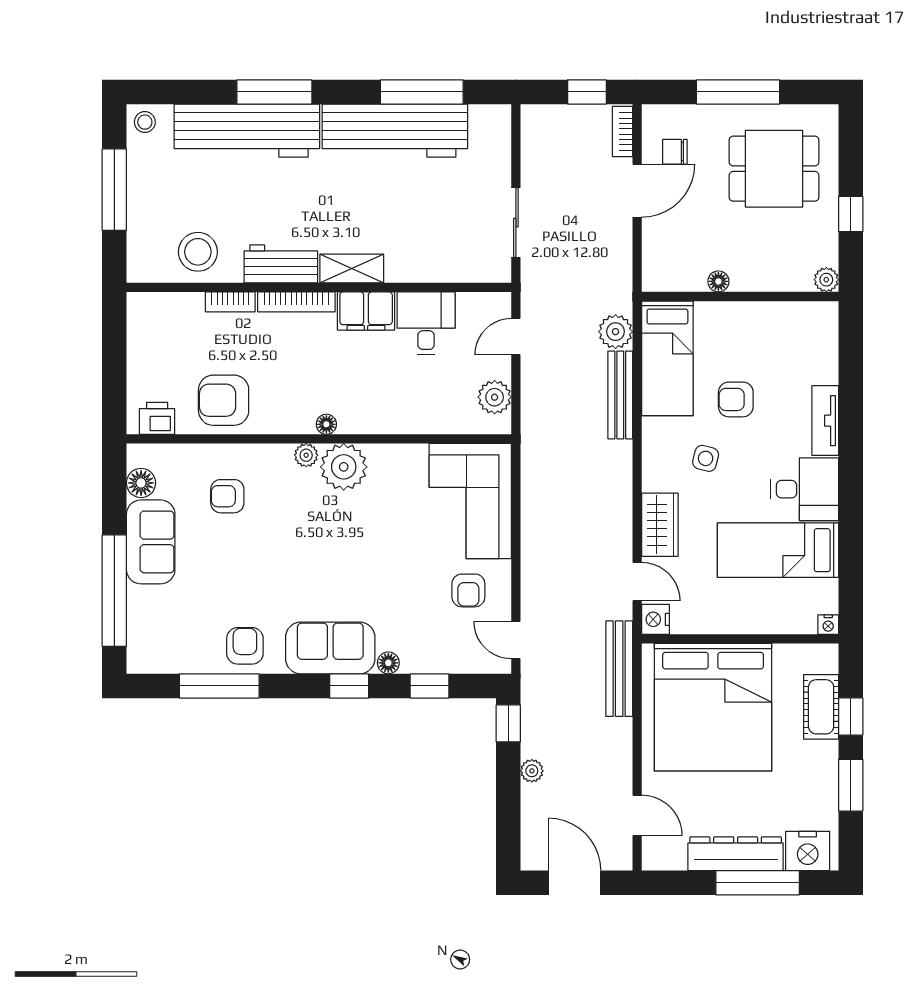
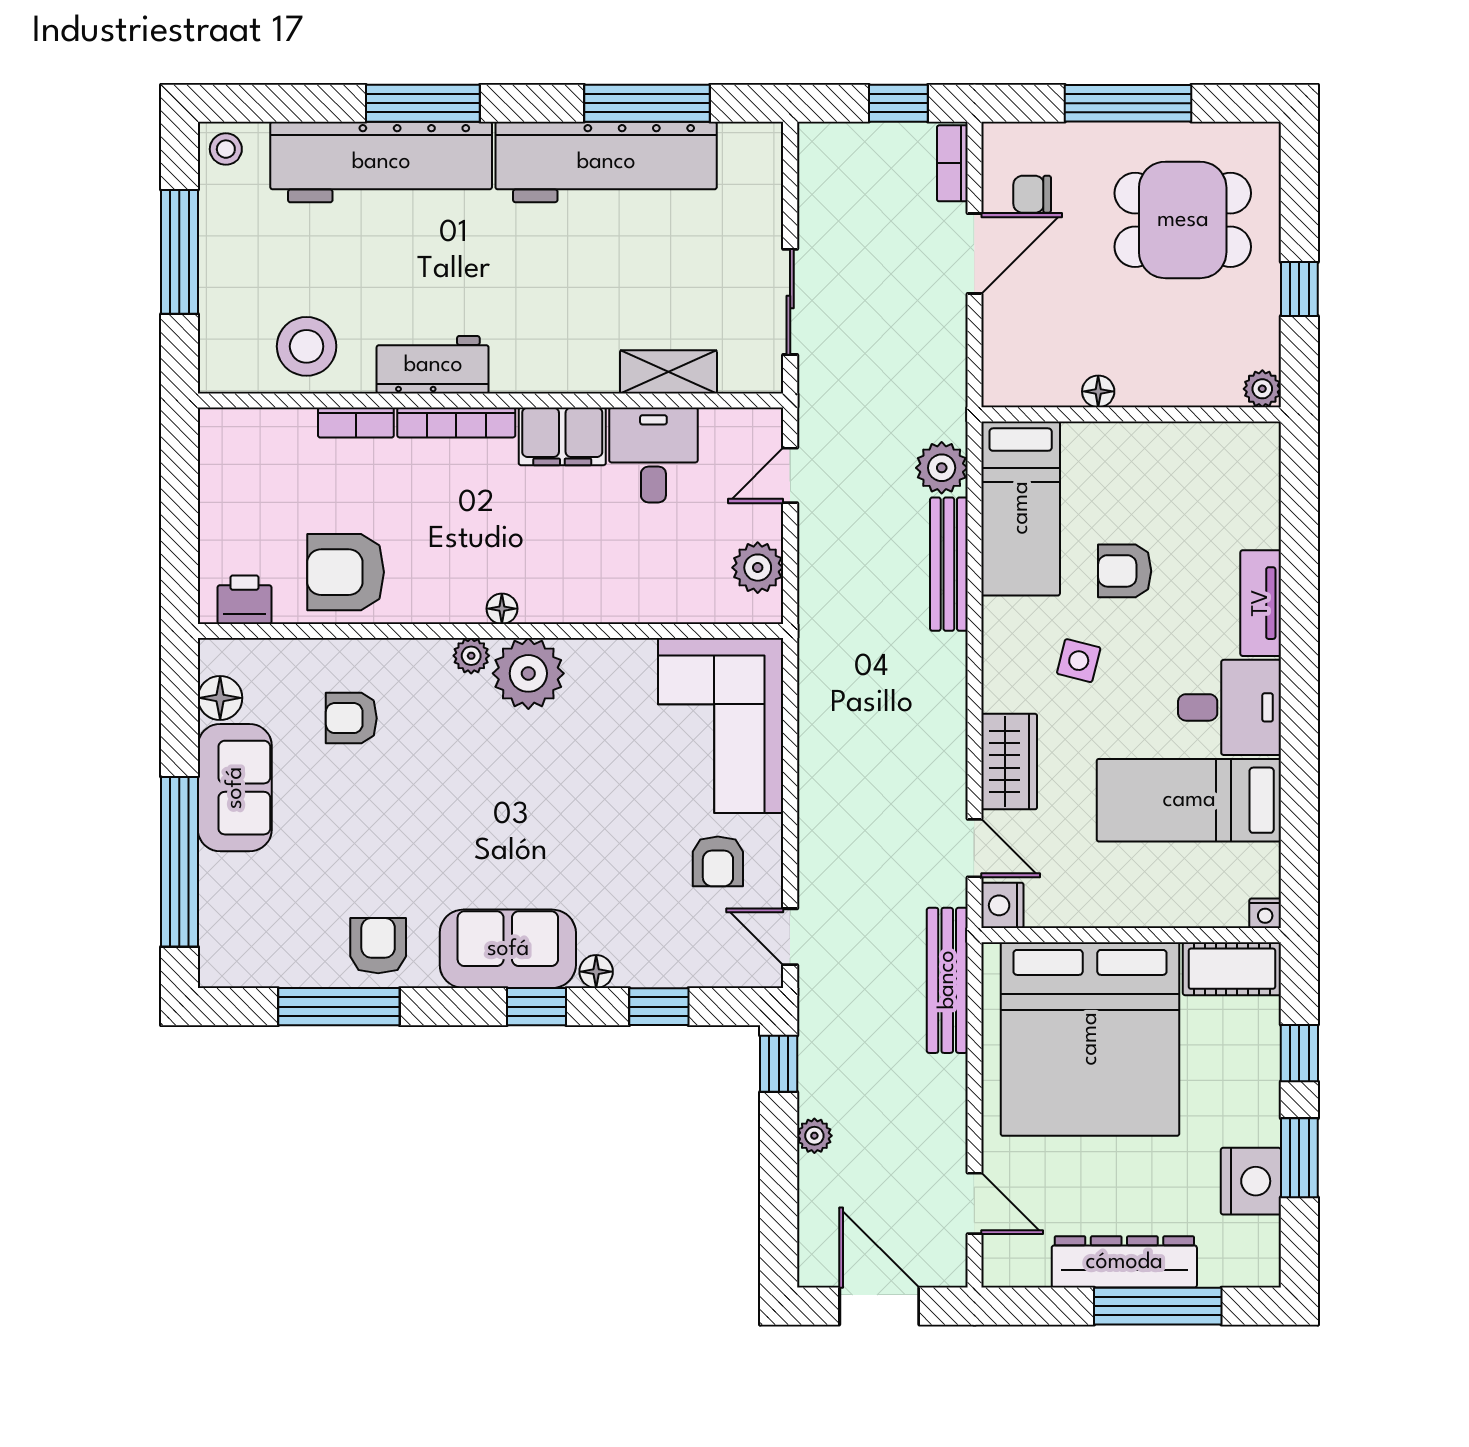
shelving: (352, 269) -> (668, 372), moved
cot: (821, 707) -> (1232, 969), moved, turned 90
nightstand: (808, 851) -> (1251, 1181), moved, turned -90

